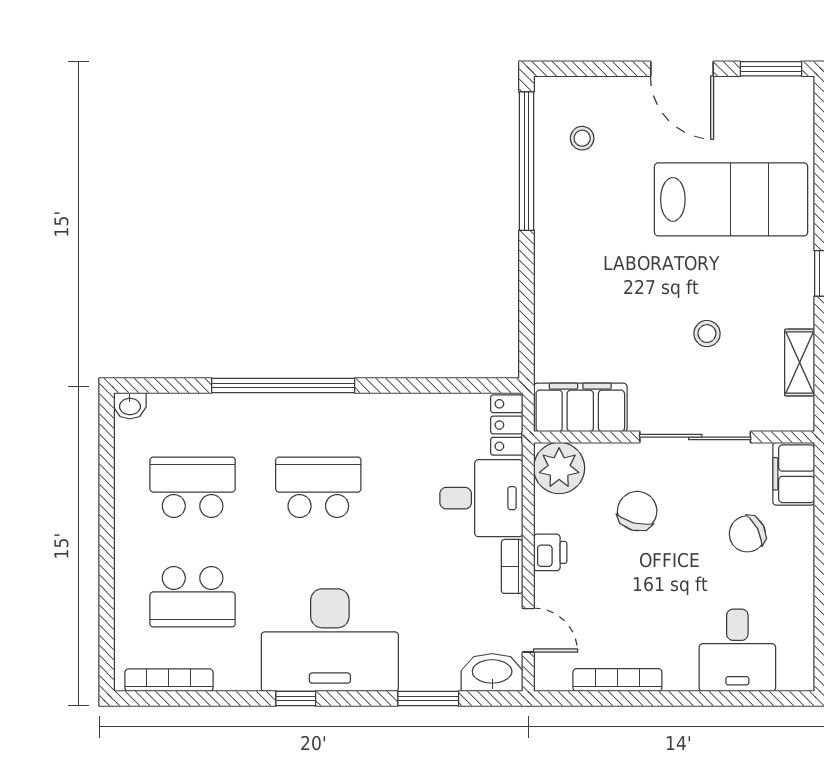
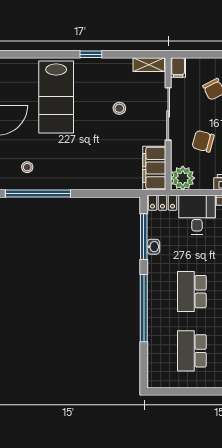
lab bench: (731, 199) -> (56, 97), turned 180
shelving: (800, 363) -> (149, 65), moved
window: (435, 385) -> (144, 237), added
washbasin: (130, 406) -> (153, 247), moved
filing cabinet: (794, 474) -> (178, 67), width x0.50

